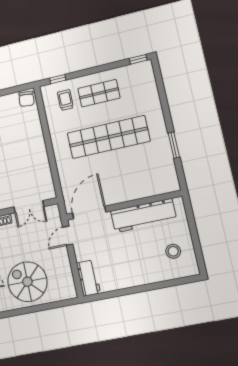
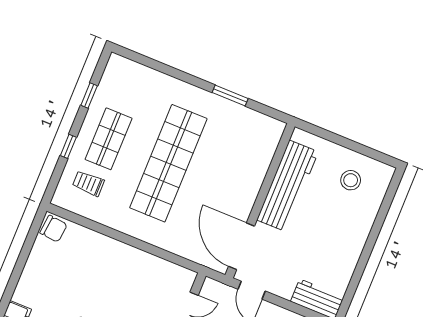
window: (138, 59) -> (89, 96), moved
window: (58, 79) -> (68, 146), moved

